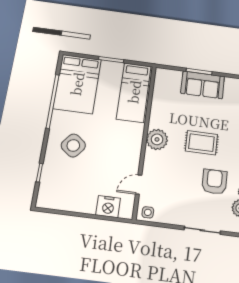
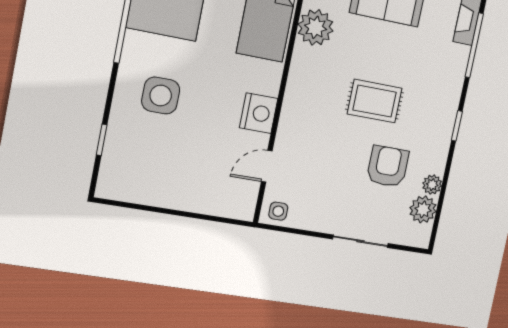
plant: (157, 139) -> (316, 27), moved
side table: (73, 145) -> (161, 96), turned -38
nightstand: (108, 207) -> (259, 113), moved, turned -90

